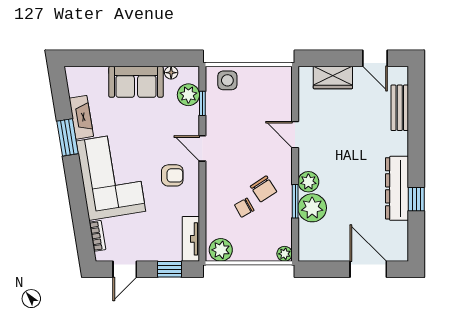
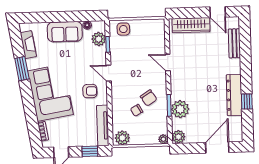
wardrobe: (333, 77) -> (191, 25), width x1.50
fireplace: (81, 117) -> (28, 45), moved
plant: (308, 182) -> (179, 137), moved
tv unit: (191, 239) -> (103, 125), width x1.41
door: (368, 269) -> (217, 147), hinge flipped

